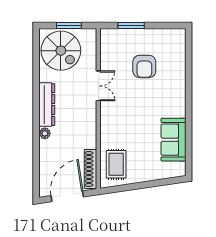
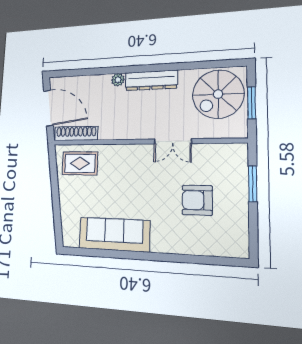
sofa: (173, 140) -> (114, 234), width x1.36

